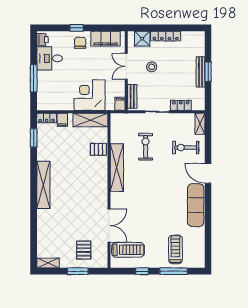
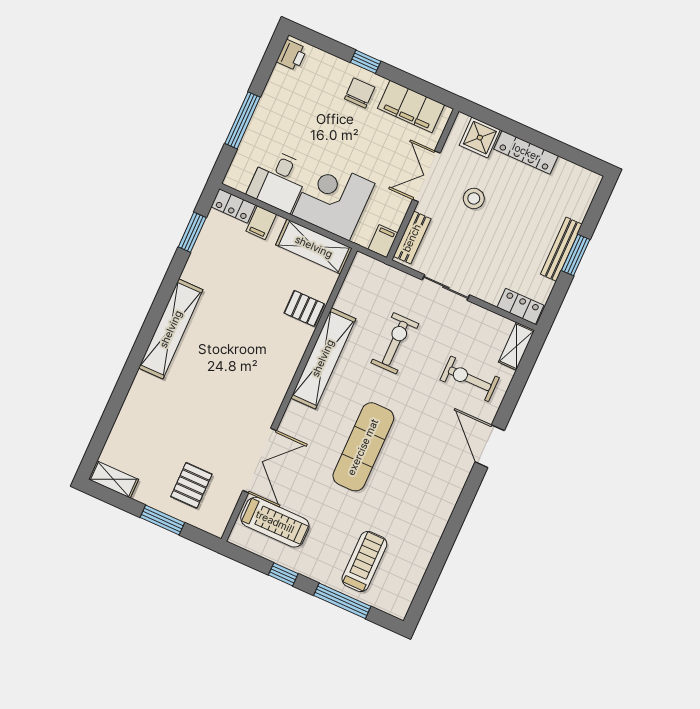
desk: (50, 58) -> (278, 181), moved, turned -90
locker: (181, 105) -> (520, 306), moved
exercise mat: (196, 205) -> (363, 447), moved

